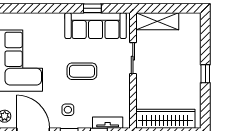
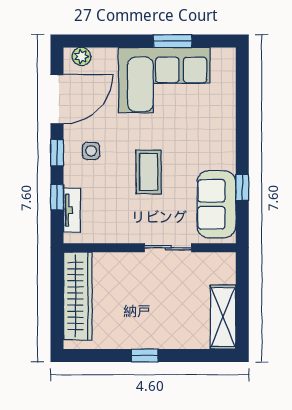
shelving: (157, 21) -> (223, 317), moved
sofa: (96, 26) -> (216, 204), width x0.73

